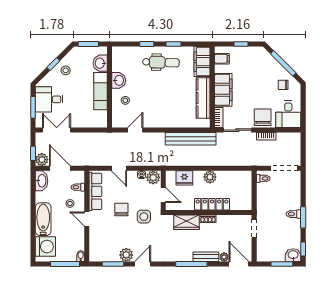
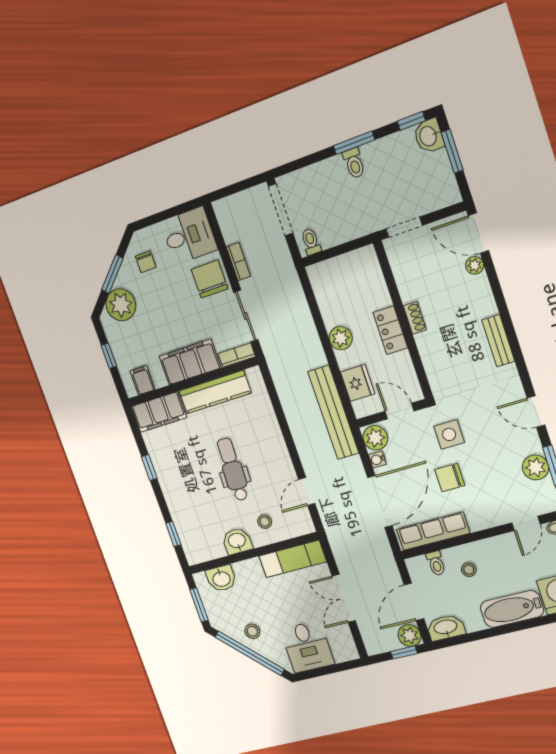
window: (147, 44) -> (173, 534), moved
dental chair: (161, 62) -> (233, 469), moved
plant: (266, 62) -> (121, 305), added
window: (283, 63) -> (112, 274), width x0.69
window: (53, 64) -> (250, 653), width x3.17
exam couch: (101, 91) -> (293, 559), moved
window: (33, 107) -> (329, 670), removed
chair: (263, 117) -> (210, 279), turned 90
double door: (57, 130) -> (344, 598), moved
door: (135, 130) -> (307, 492), hinge flipped
bench: (191, 139) -> (333, 412), moved
door: (119, 168) -> (380, 501), width x1.87
door: (163, 195) -> (399, 411), hinge flipped
locker: (212, 204) -> (390, 330), width x0.66
door: (87, 219) -> (526, 523), moved
wardrobe: (187, 222) -> (434, 355), removed
plant: (126, 255) -> (536, 467), moved
bench: (206, 257) -> (498, 341), moved
window: (191, 264) -> (507, 322), removed
door: (239, 264) -> (478, 233), hinge flipped

